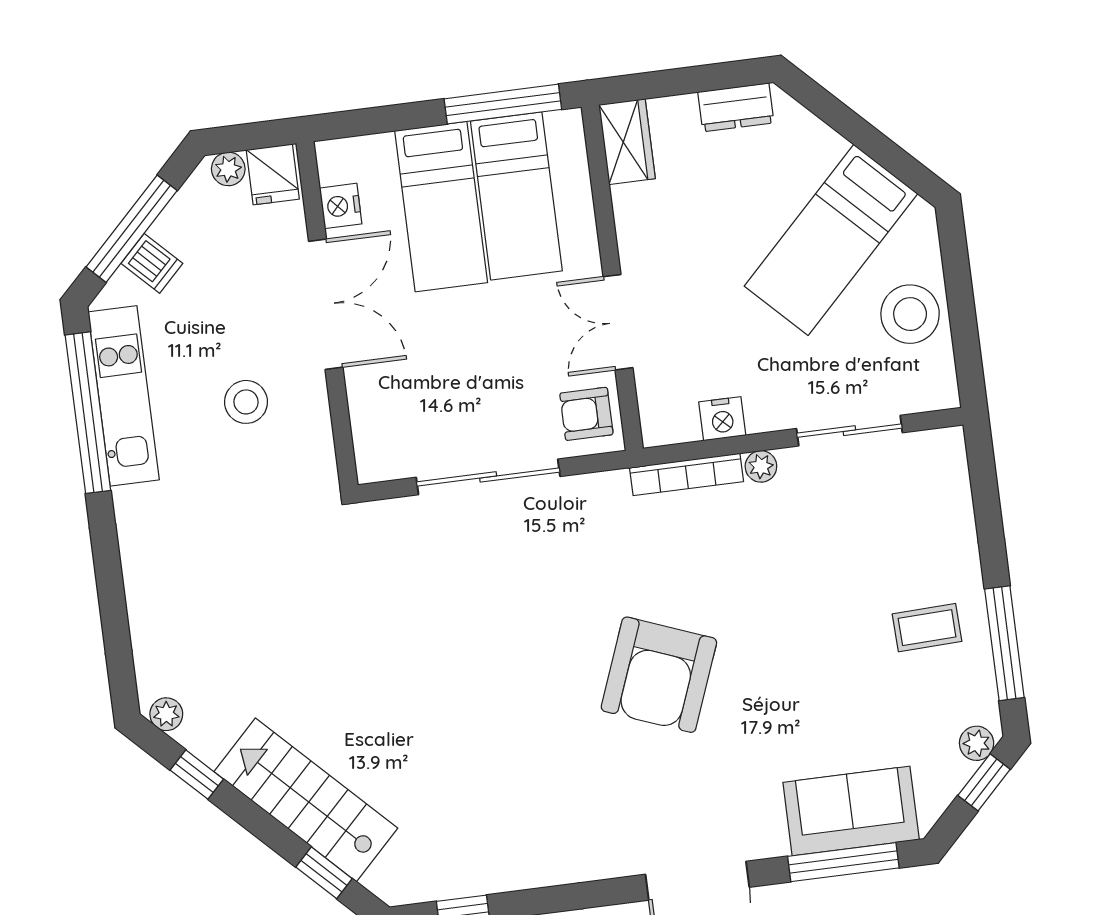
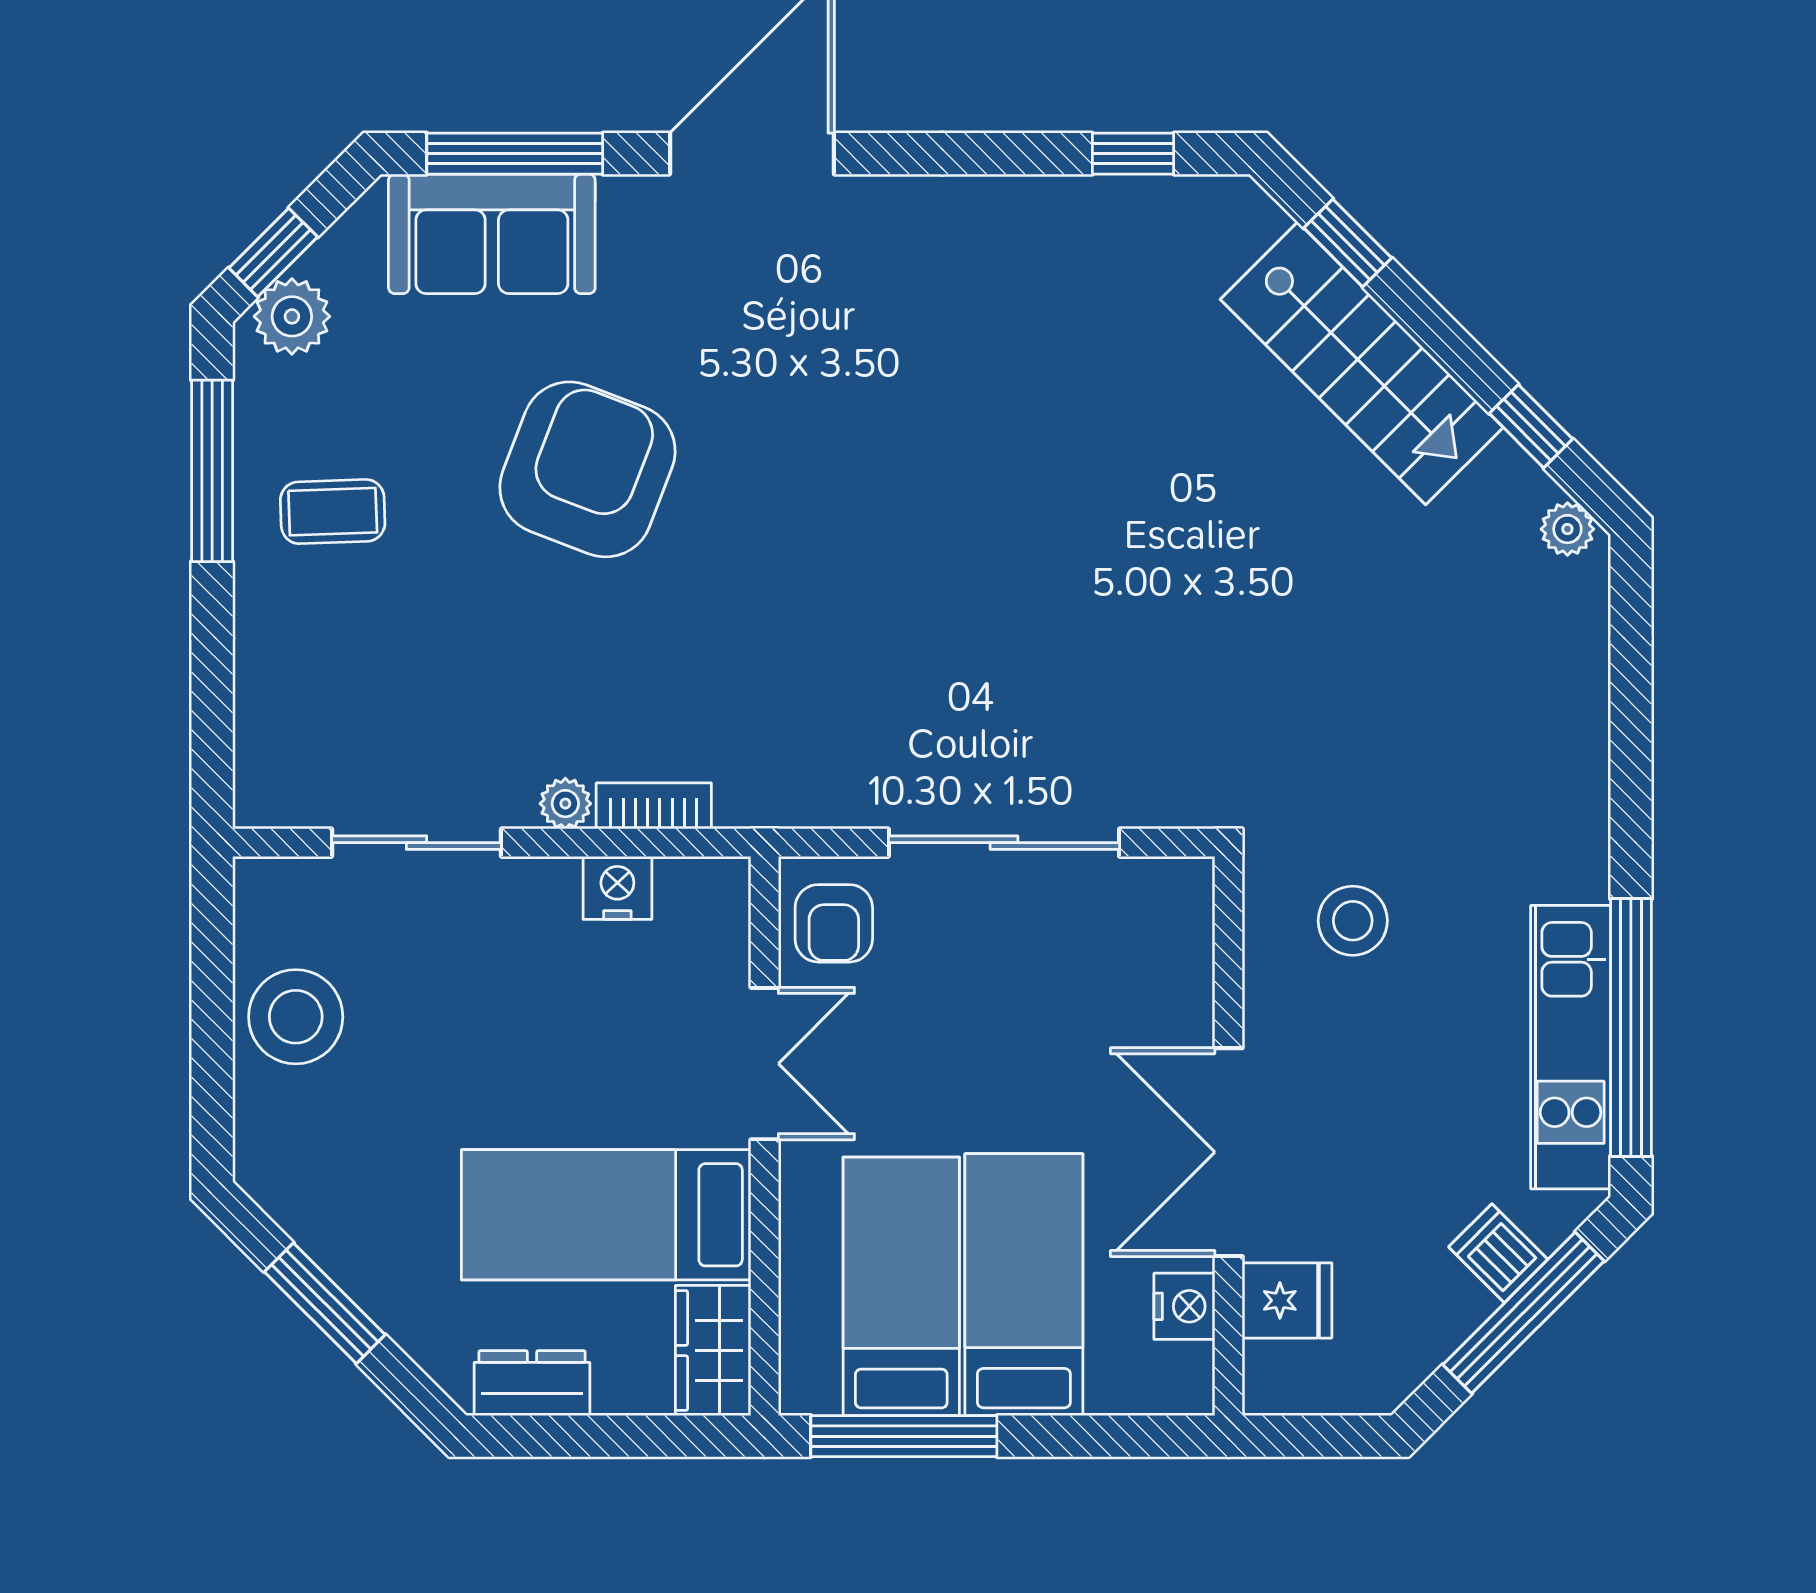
window: (870, 140) -> (325, 1303), added
plant: (228, 169) -> (1357, 1389), removed
fridge: (273, 174) -> (1287, 1300), moved, turned 90
bed: (831, 240) -> (606, 1215), moved, turned -135
stool: (246, 402) -> (1353, 921), moved
armchair: (586, 414) -> (834, 923), turned 90
bookcase: (686, 474) -> (654, 806), width x0.64
armchair: (659, 675) -> (587, 469), moved
plant: (977, 743) -> (292, 316), width x1.38, depth x1.38

